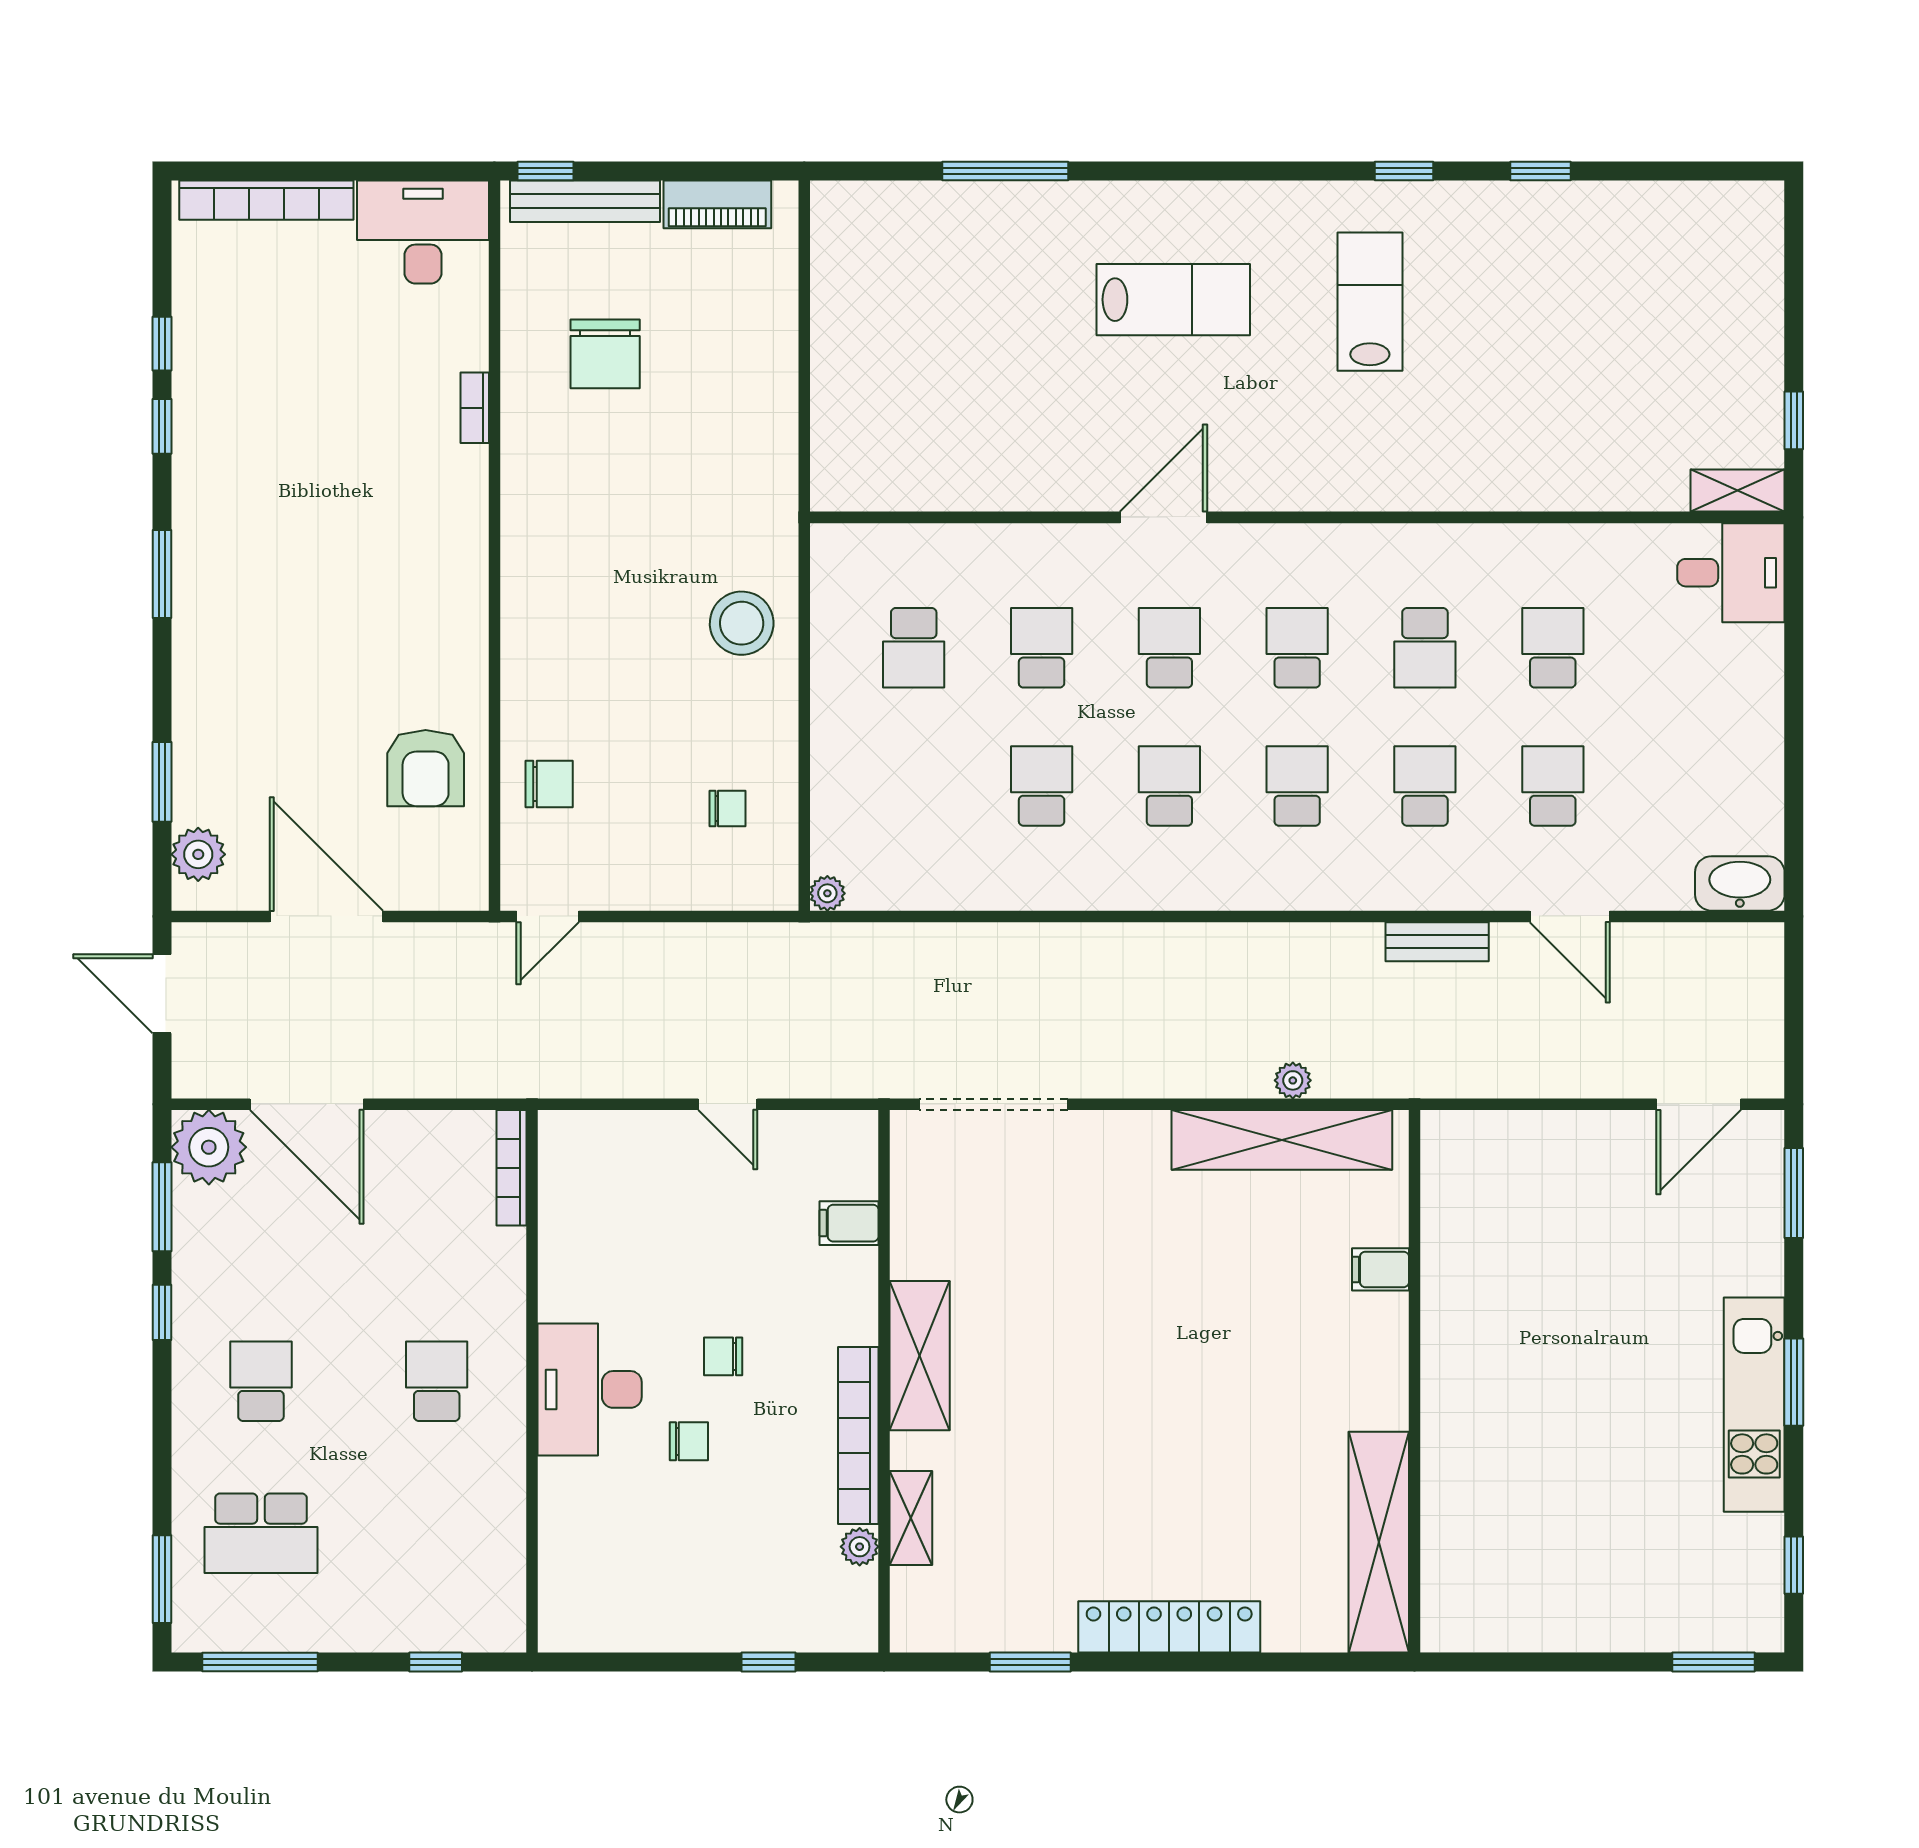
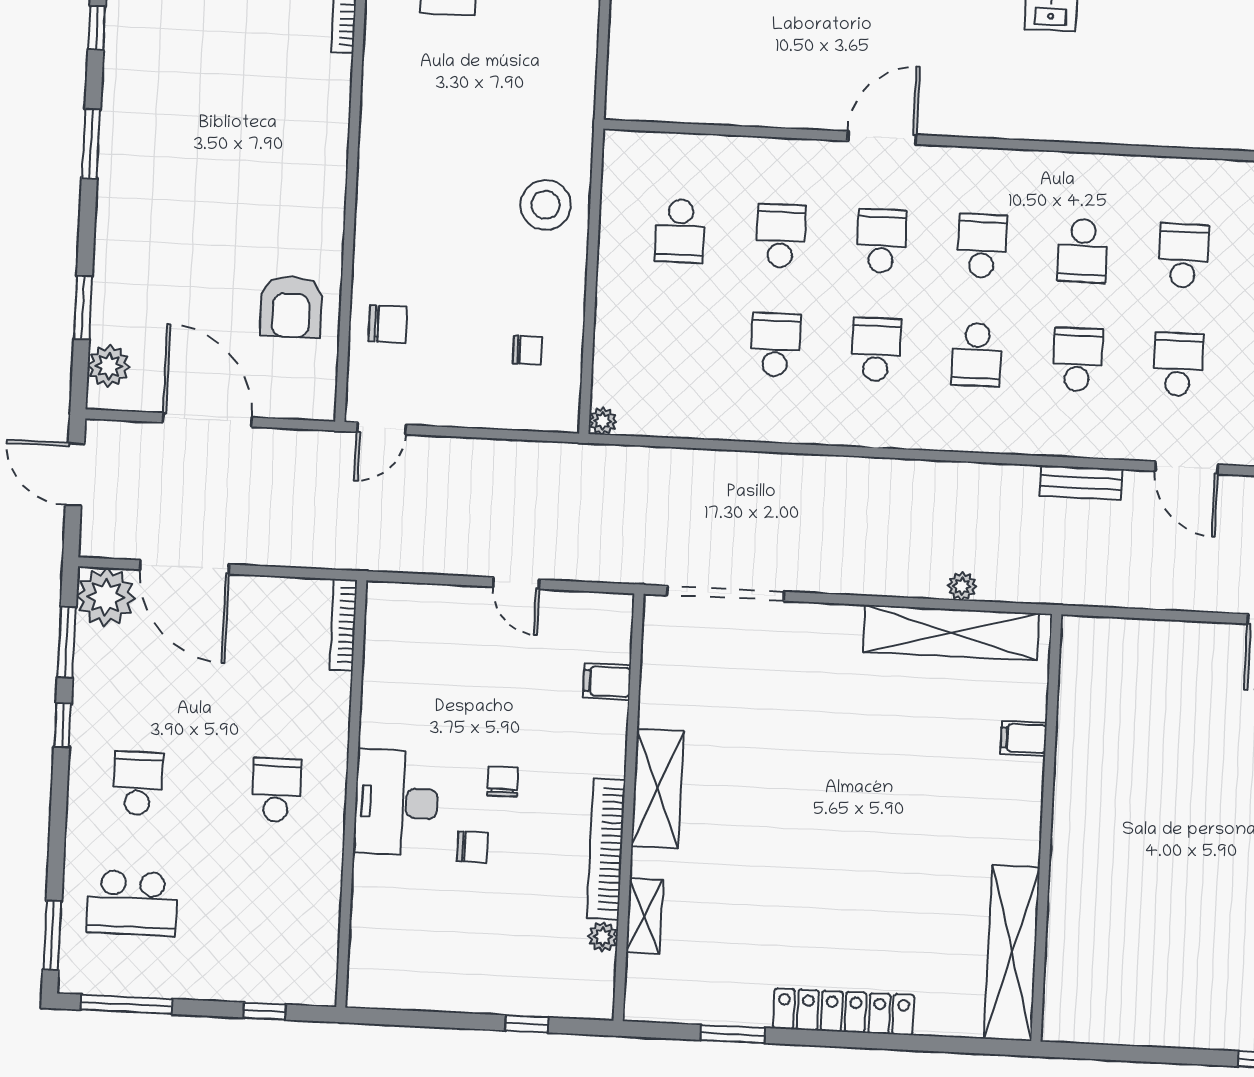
school desk: (1297, 786) -> (977, 354), turned 180
chair: (723, 1356) -> (503, 782), turned 90

